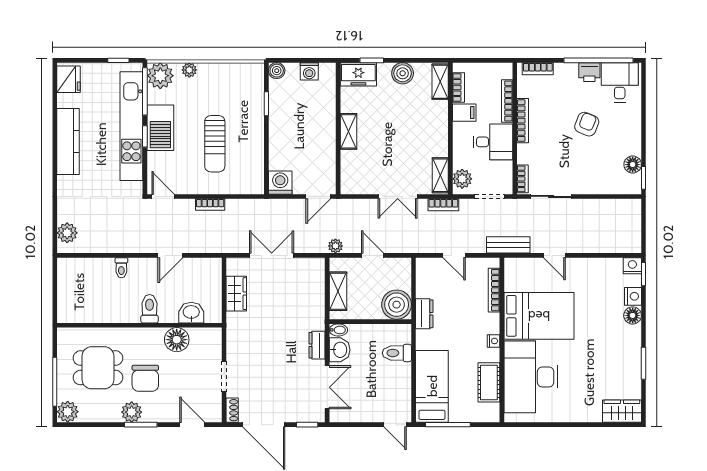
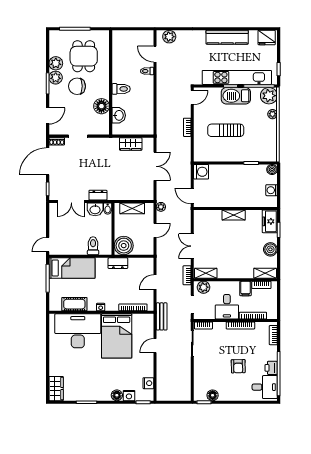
armchair: (587, 124) -> (238, 366), turned 67
door: (170, 255) -> (155, 54), moved
nightstand: (632, 266) -> (148, 383), moved
plant: (68, 412) -> (56, 63), moved

